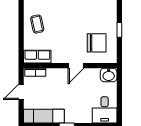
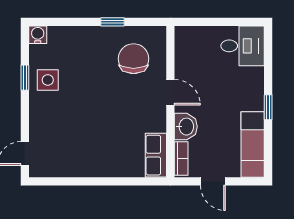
coffee table: (37, 24) -> (103, 155), removed
washbasin: (109, 75) -> (186, 127), moved

